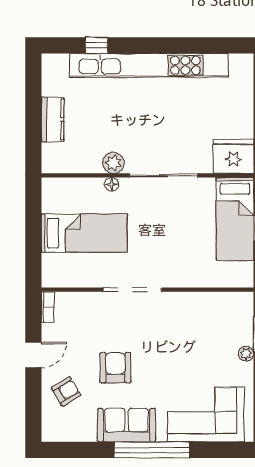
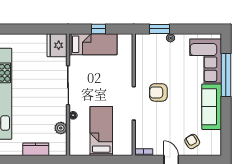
plant: (113, 163) -> (61, 128), moved
armchair: (115, 368) -> (158, 92), moved
sofa: (126, 425) -> (212, 107), width x1.36
window: (152, 450) -> (226, 75), moved

